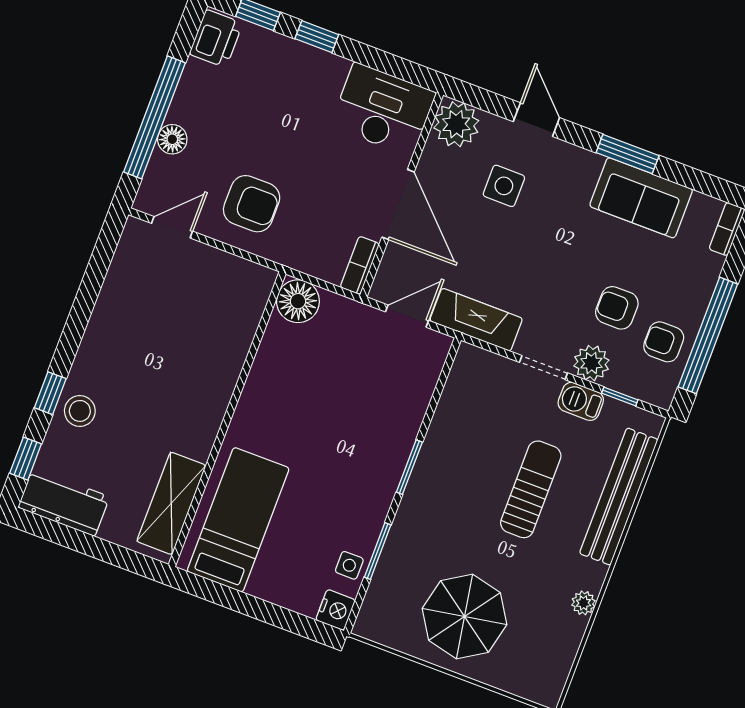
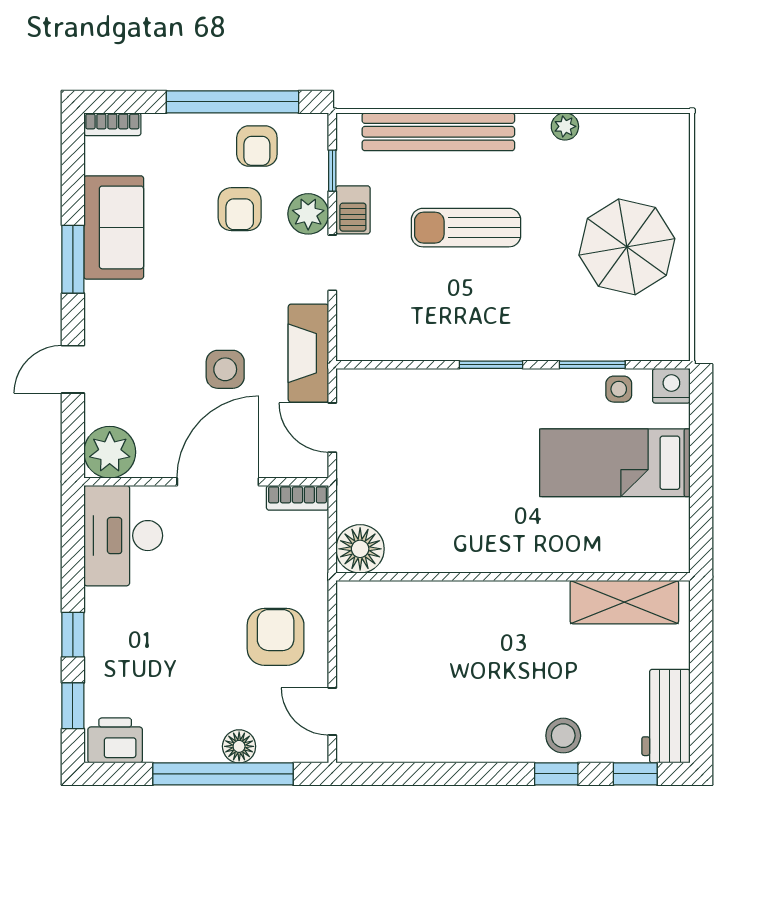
side table: (504, 186) -> (225, 369), moved
bed: (238, 520) -> (615, 463), moved

